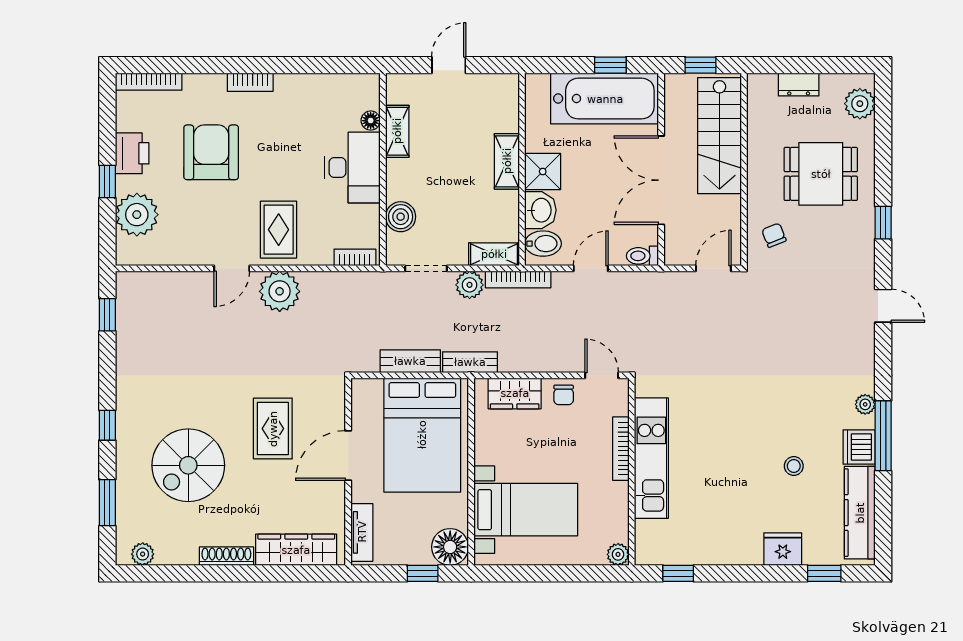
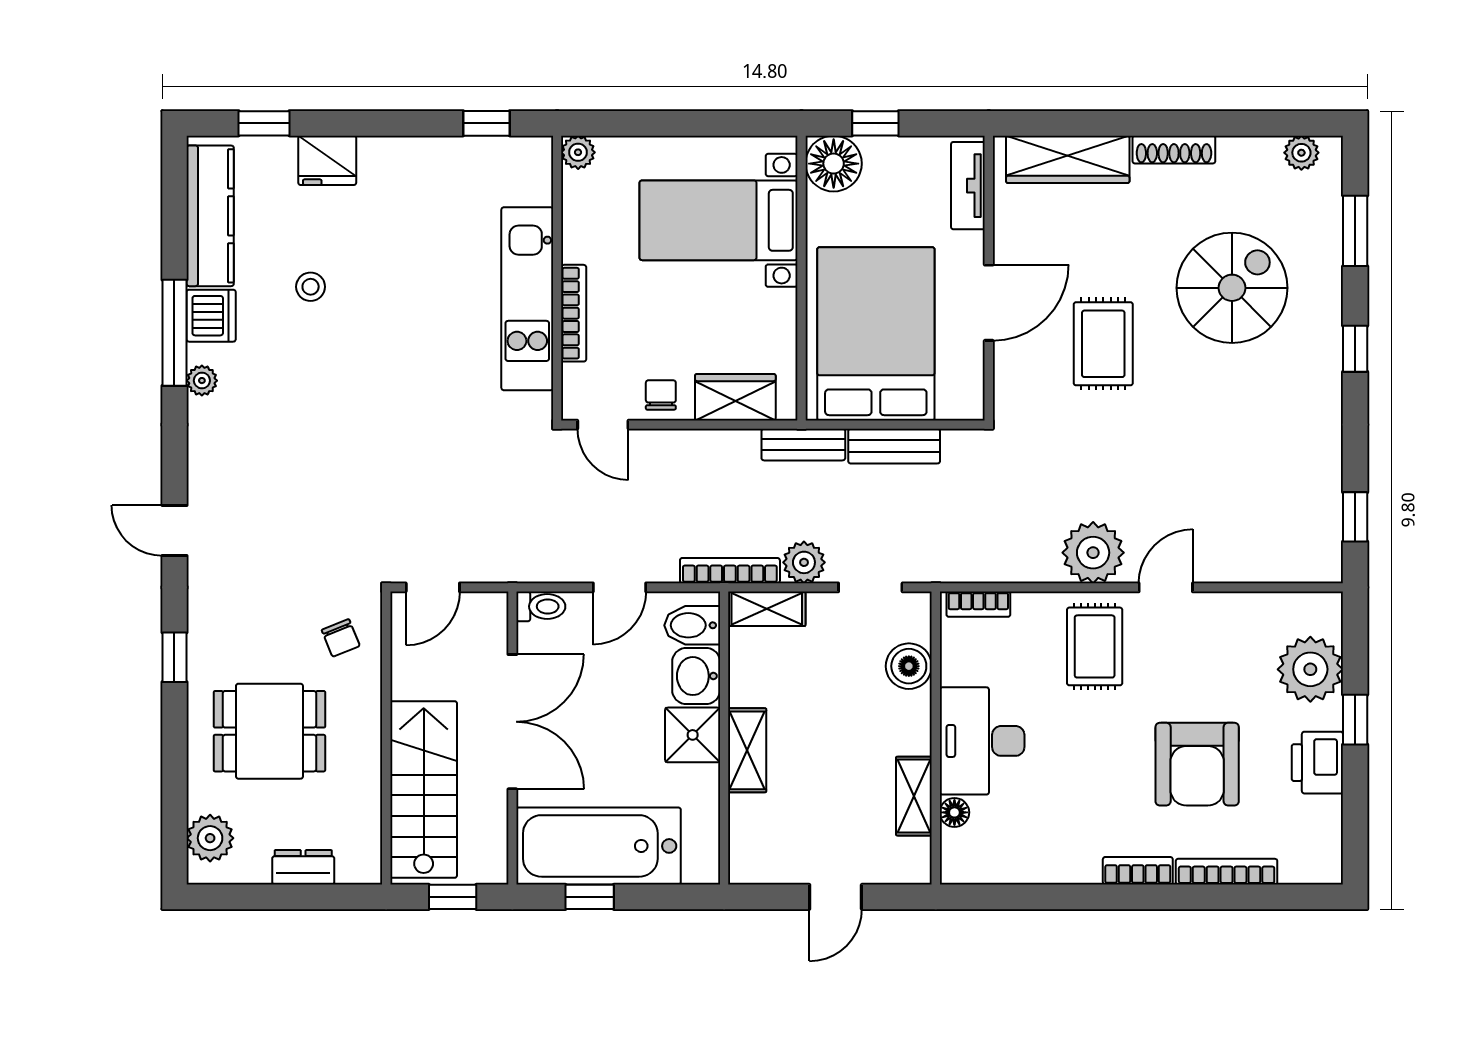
bookcase: (149, 82) -> (1227, 872), moved

